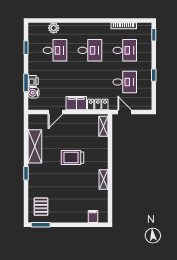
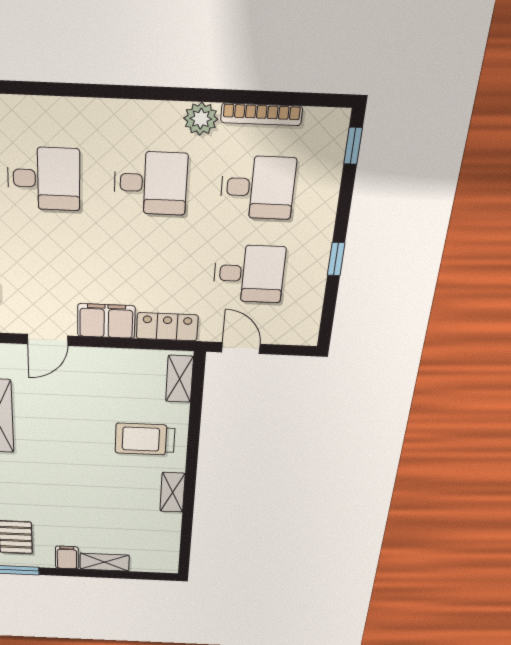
plant: (54, 28) -> (201, 119), moved
trolley: (73, 158) -> (145, 439), moved
filing cabinet: (93, 216) -> (67, 558), moved
shelving: (77, 218) -> (105, 562), added

